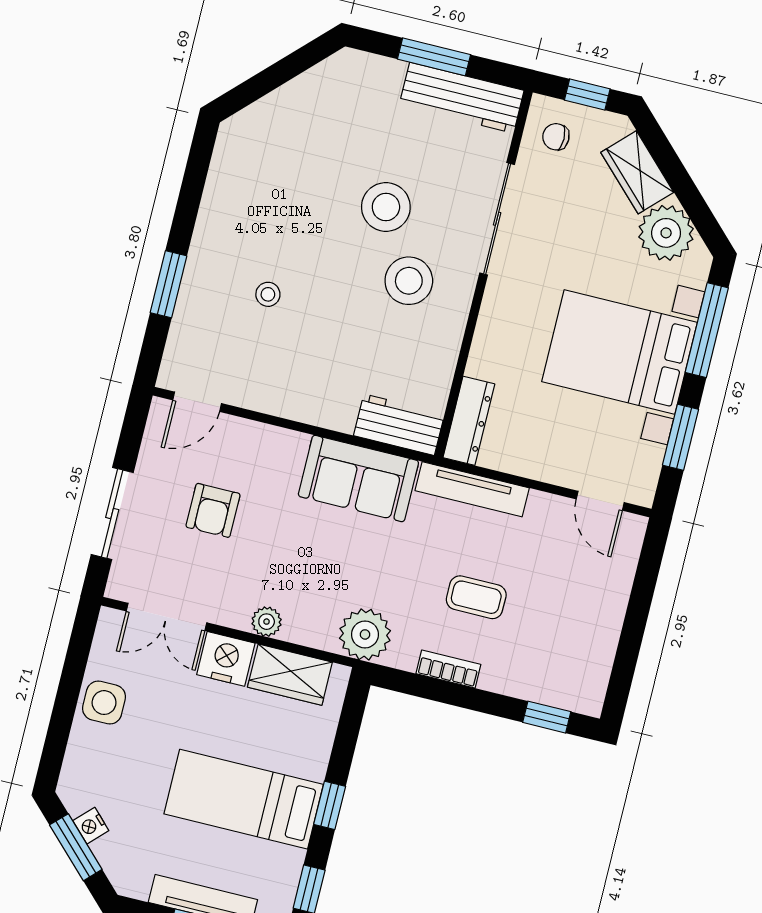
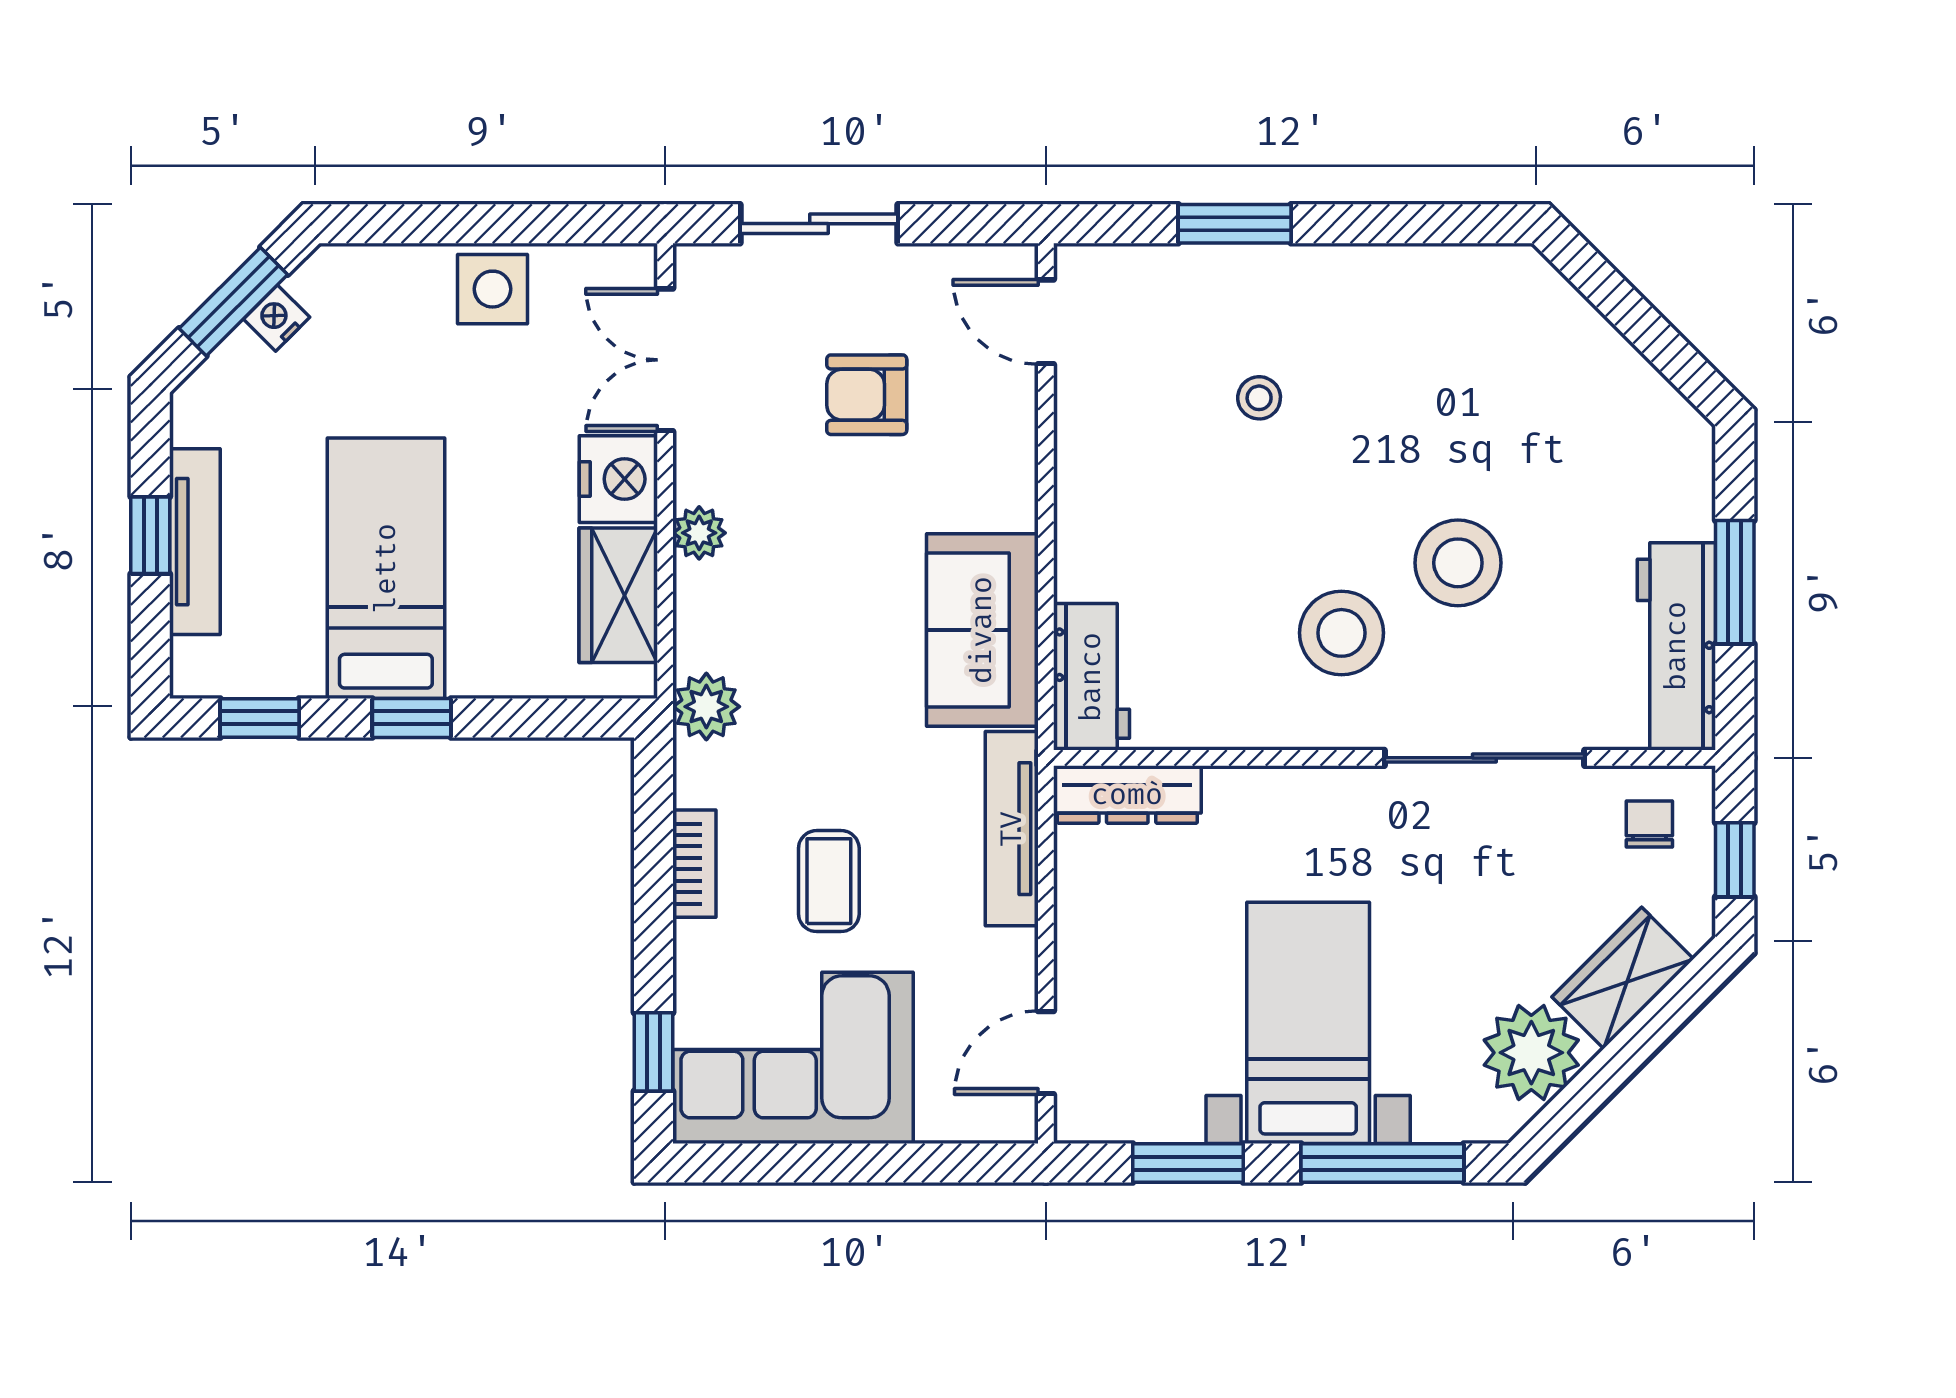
bed with nightstands: (619, 352) -> (1308, 1023), width x0.73
plant: (365, 634) -> (706, 707), width x0.73, depth x0.73
corner sofa: (569, 641) -> (793, 1058), added

